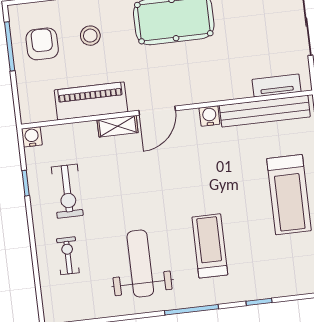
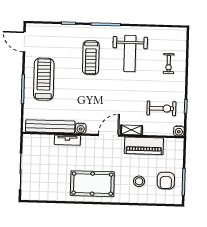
tv unit: (277, 85) -> (67, 140), moved
exercise bike: (67, 191) -> (161, 108), moved, turned 90

